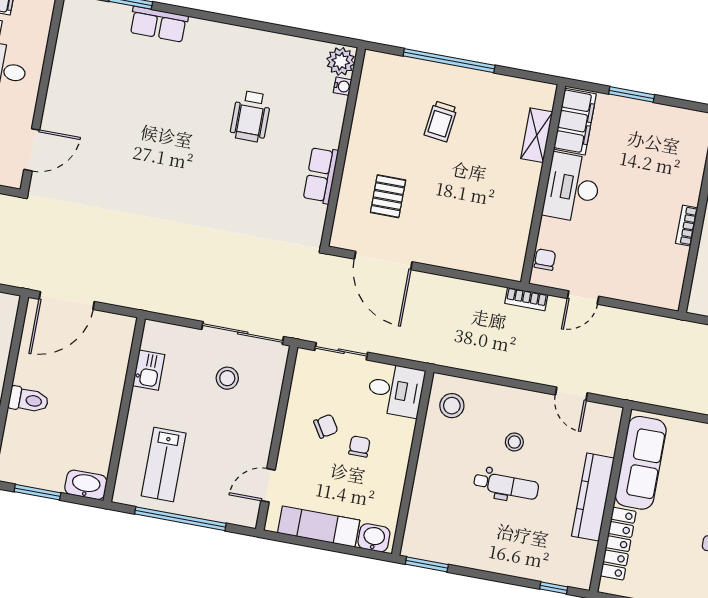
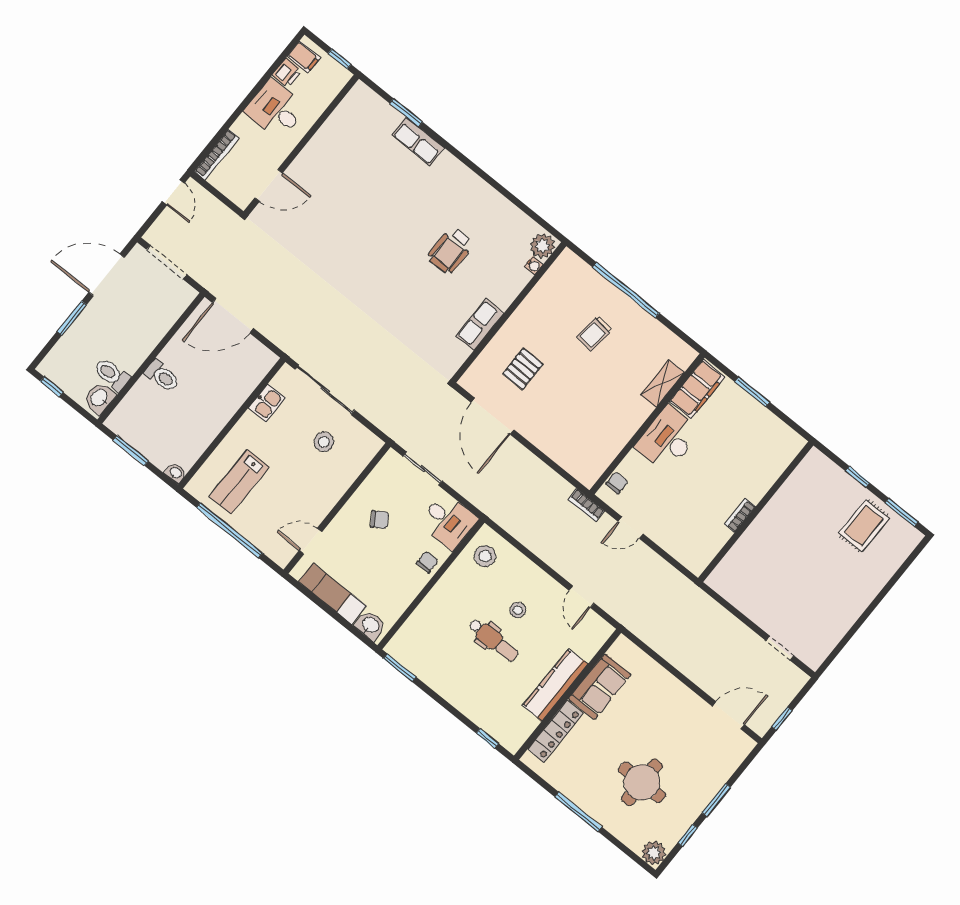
sliding door: (243, 333) -> (325, 390), moved
chair: (359, 447) -> (427, 562), moved
sofa: (641, 463) -> (600, 687), width x0.73
washbasin: (86, 485) -> (175, 473), width x0.52, depth x0.69

